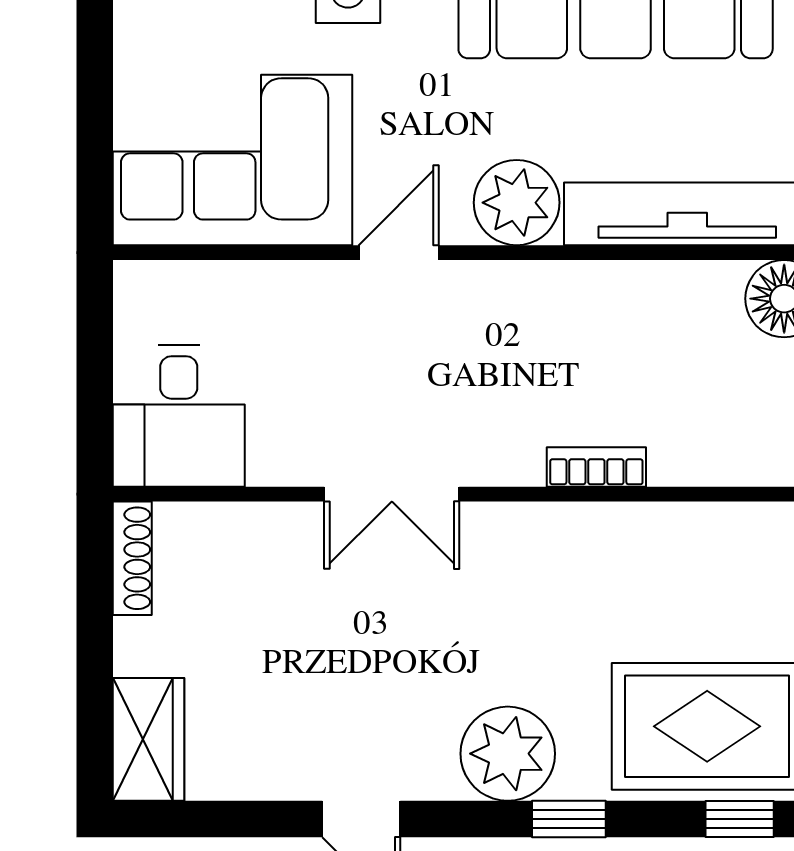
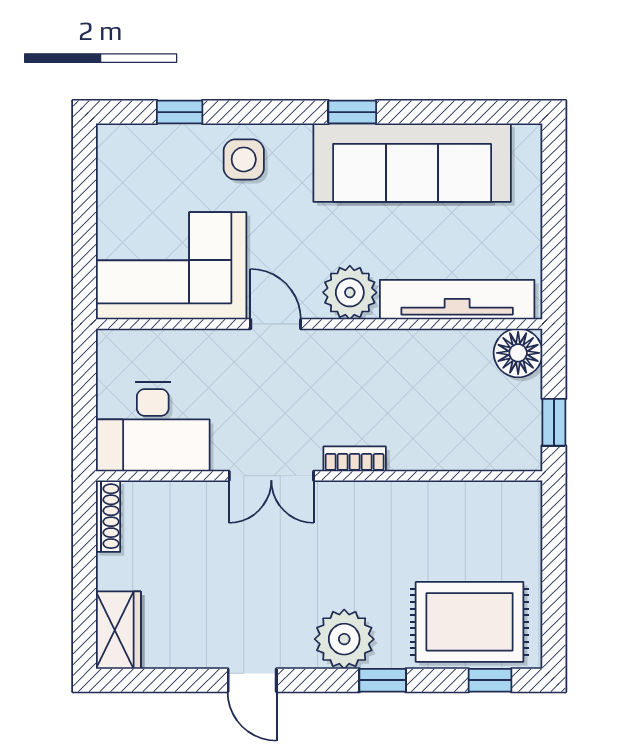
door: (399, 253) -> (276, 324), hinge flipped
desk: (179, 416) -> (153, 427), width x1.37
bookcase: (596, 467) -> (355, 459), moved

